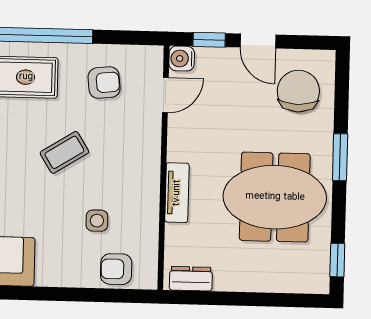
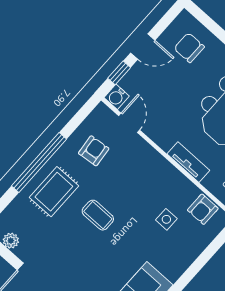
chair: (298, 91) -> (189, 48), width x0.73, depth x0.73
coffee table: (64, 152) -> (98, 215), moved, turned -58
armchair: (116, 269) -> (203, 209), moved

